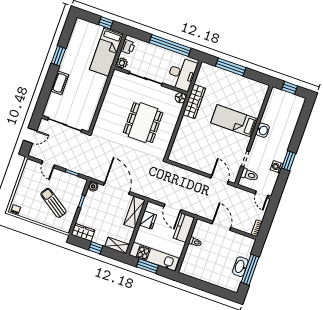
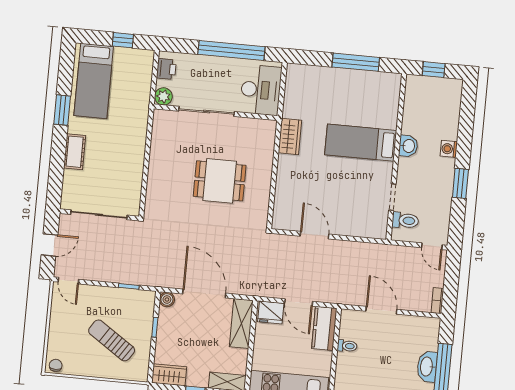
bed: (106, 52) -> (94, 81), moved
window: (231, 67) -> (356, 62), moved
floor lamp: (181, 98) -> (268, 128), removed
wardrobe: (194, 101) -> (290, 137), width x0.67
dining table: (143, 123) -> (220, 181), width x0.73
door: (48, 164) -> (68, 281), moved
washing machine: (277, 167) -> (449, 149), moved
door: (220, 180) -> (314, 235), moved
fridge: (148, 220) -> (271, 312), moved, turned 90

